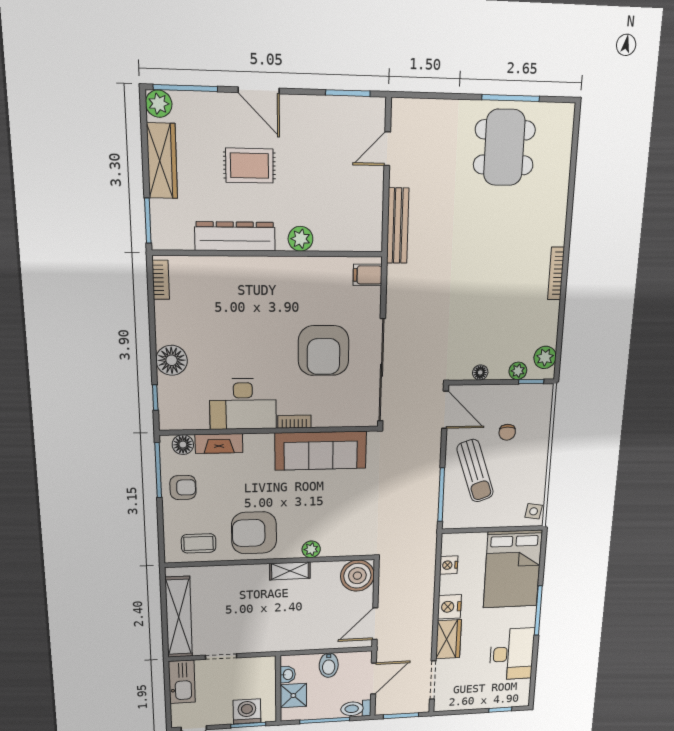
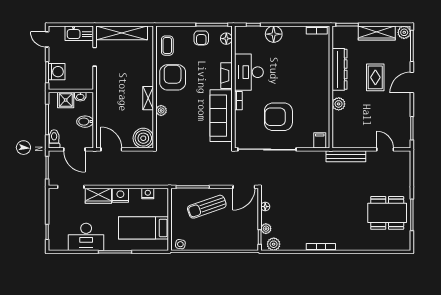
chair: (507, 432) -> (230, 225), removed
fireplace: (219, 444) -> (226, 76), moved
bed: (512, 569) -> (143, 228), width x0.67

